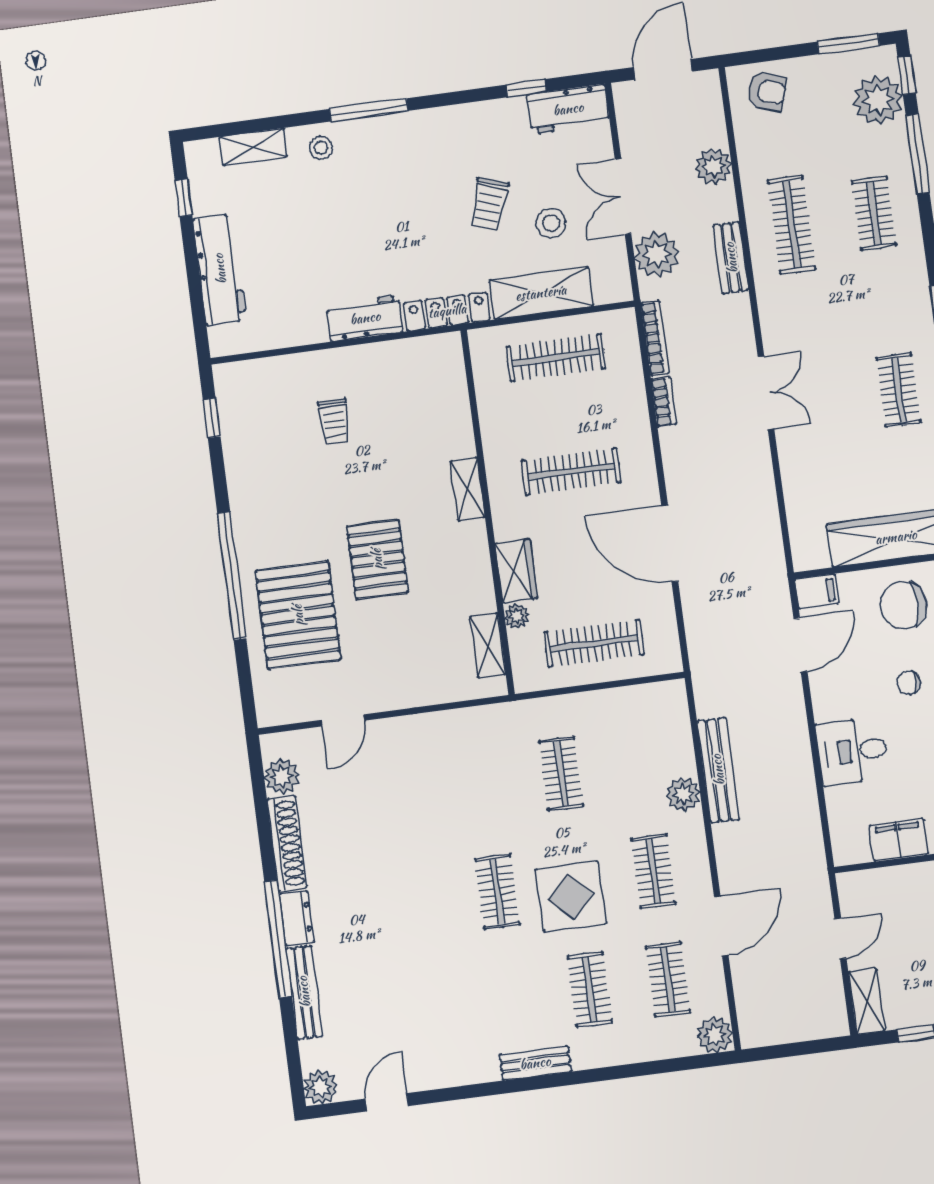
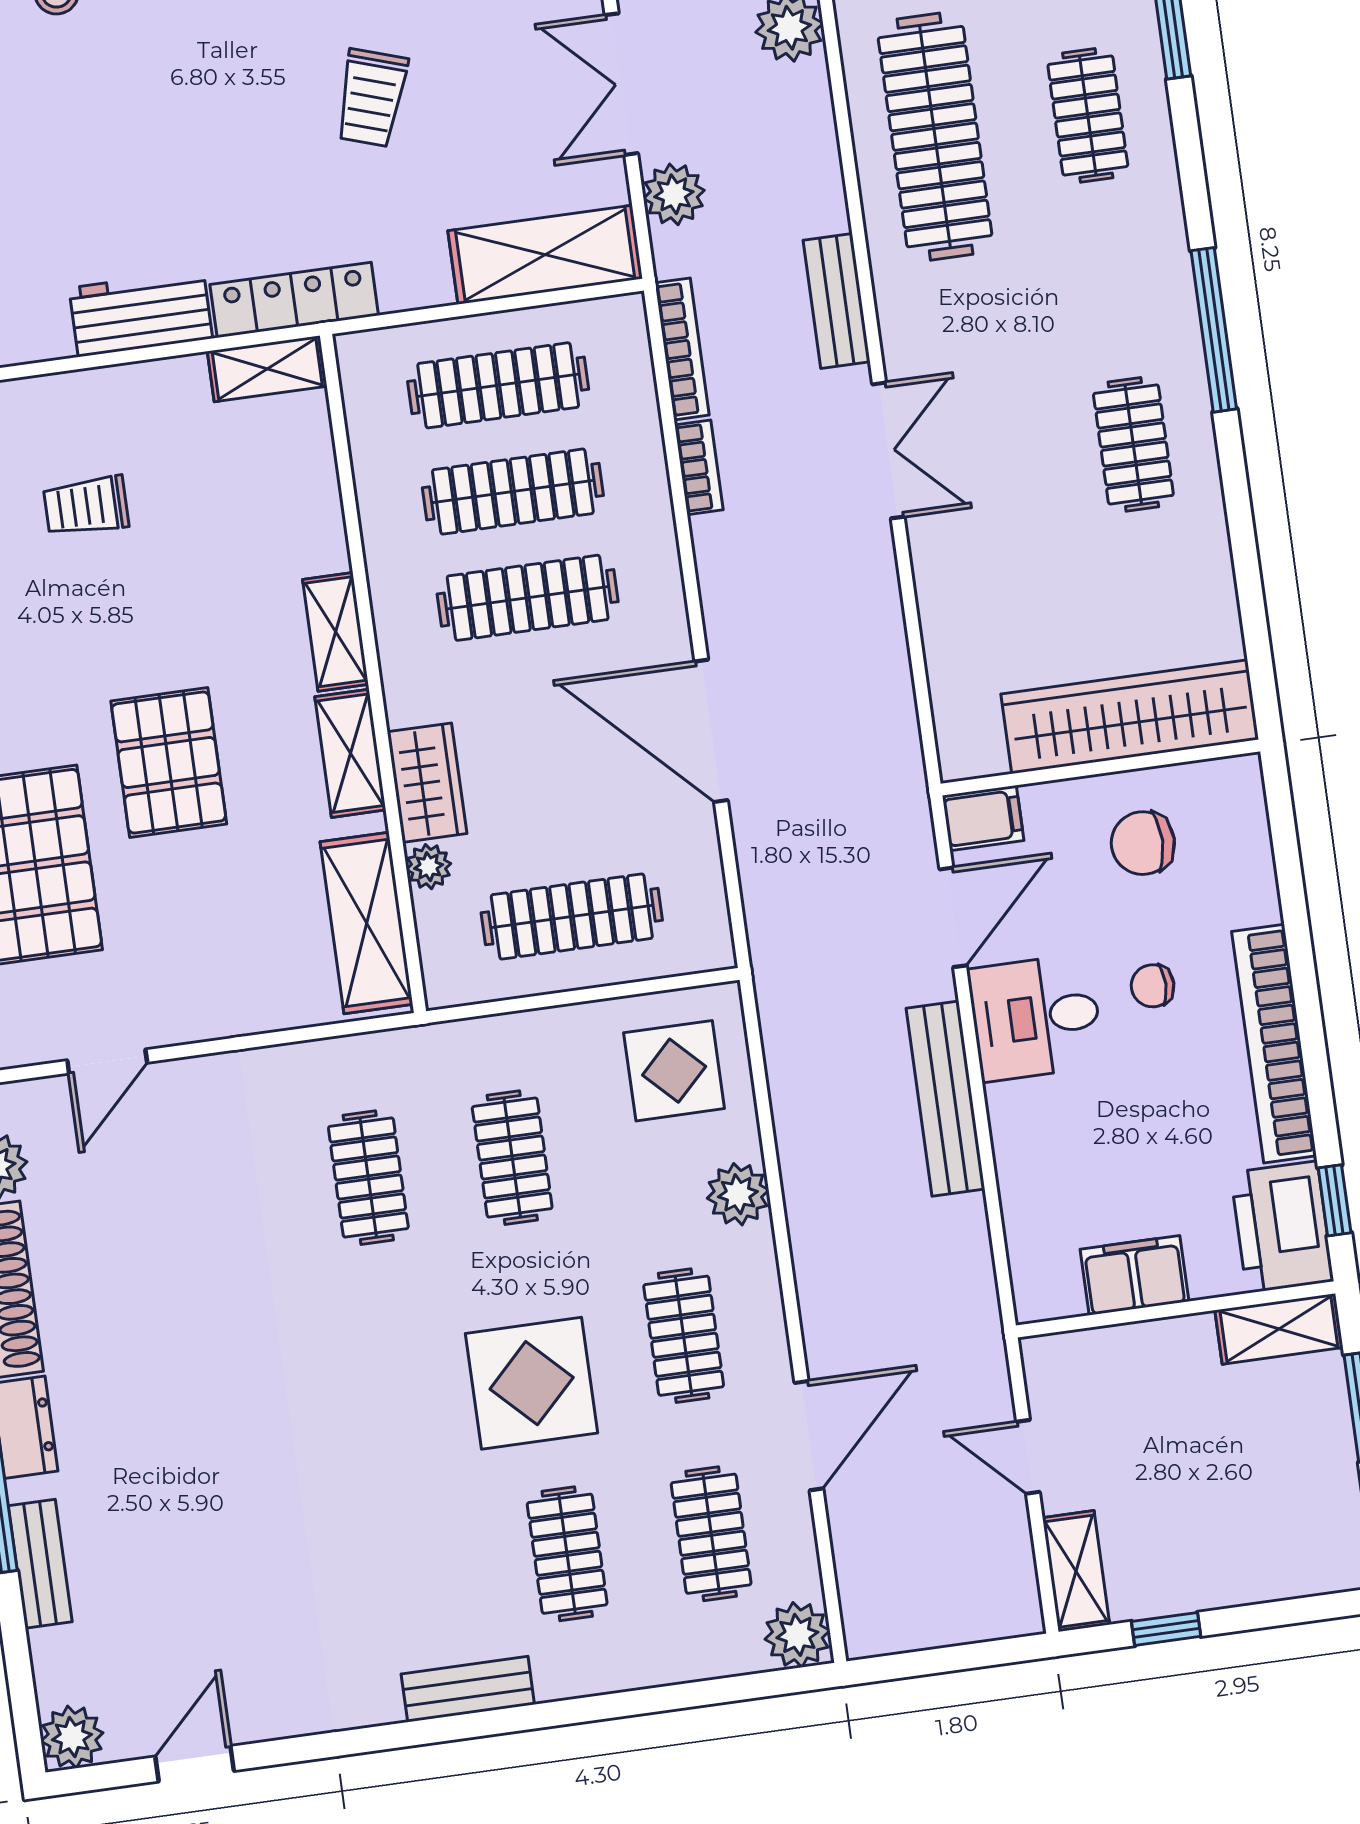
stool: (551, 223) -> (488, 134), removed
clothes rail: (792, 225) -> (935, 137), width x1.37, depth x1.31
plant: (657, 255) -> (674, 194), width x0.73, depth x0.73
bench: (731, 258) -> (837, 301), moved
shelving: (541, 293) -> (545, 255), moved
shelving: (432, 348) -> (267, 369), added
clothes rail: (563, 414) -> (513, 492), added
trolley: (334, 421) -> (86, 506), turned 90
shelving: (475, 555) -> (350, 753), added
chair: (903, 605) -> (1143, 843), width x0.73, depth x0.73
shelving: (488, 646) -> (367, 923), width x1.50, depth x1.33
display table: (649, 727) -> (674, 1071), added
desk: (852, 751) -> (1036, 1018), moved
bench: (718, 770) -> (945, 1099), moved
clothes rail: (497, 892) -> (368, 1178), moved
door: (841, 939) -> (1028, 1457), swing flipped
bench: (304, 992) -> (40, 1564), width x0.73

